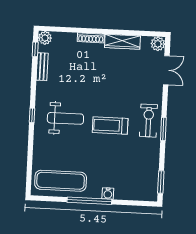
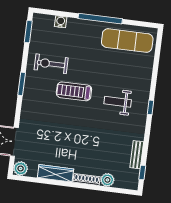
plant: (45, 38) -> (107, 180), moved
weight bench: (65, 118) -> (118, 102), width x0.73, depth x0.75
exercise bike: (148, 121) -> (51, 64), moved, turned 90
treadmill: (110, 126) -> (74, 91), turned 180
water cooler: (108, 193) -> (61, 22), moved

